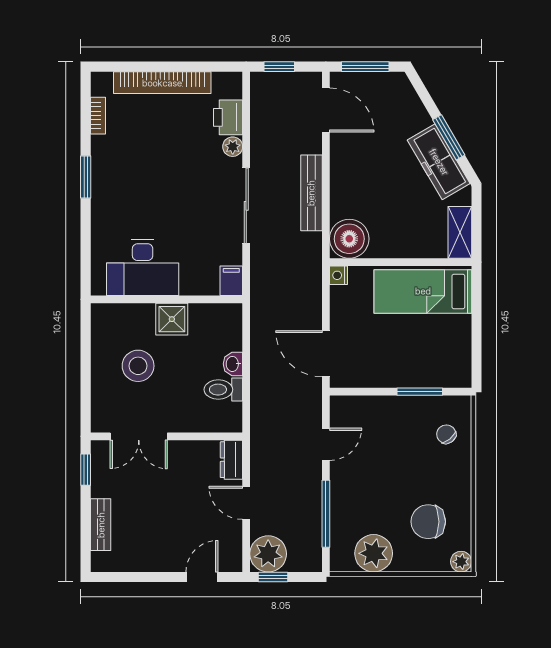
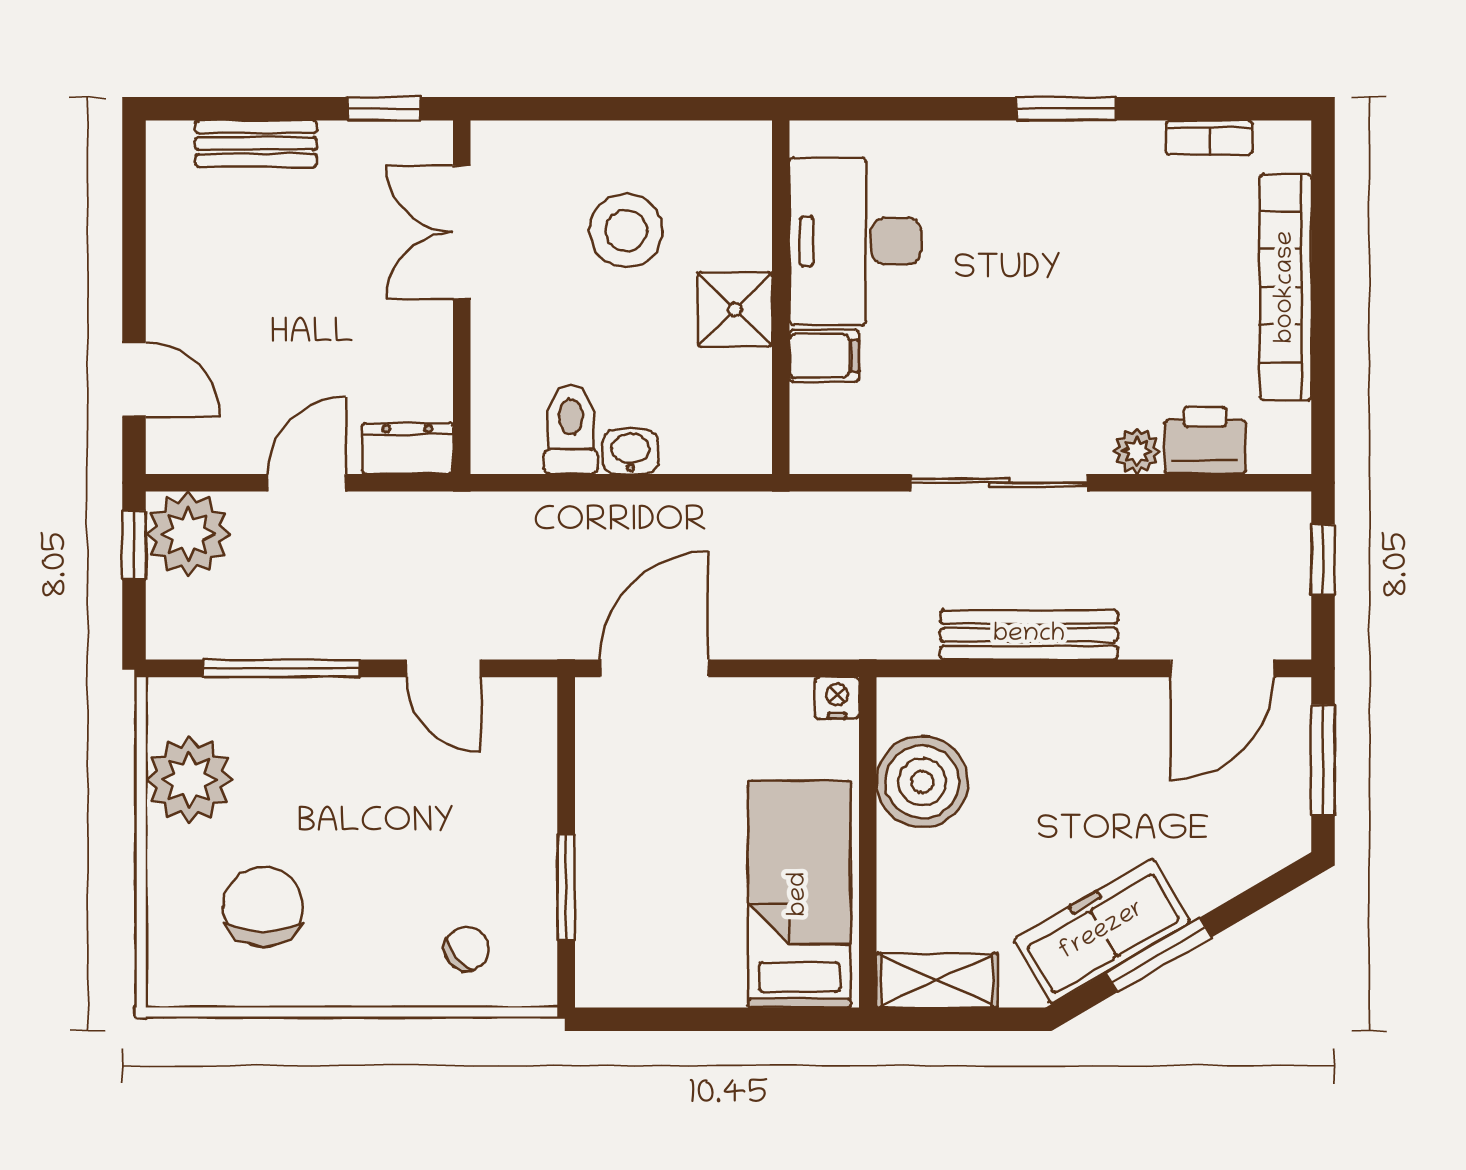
boiler: (349, 239) -> (922, 782), moved
filing cabinet: (231, 281) -> (824, 356), moved
plant: (461, 562) -> (170, 983), removed

